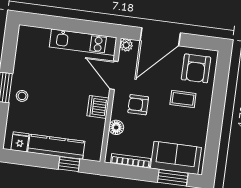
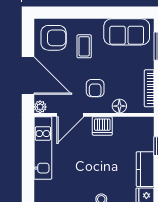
kitchen counter: (56, 147) -> (145, 169), width x0.67
sofa: (176, 158) -> (127, 32), moved, turned -90

